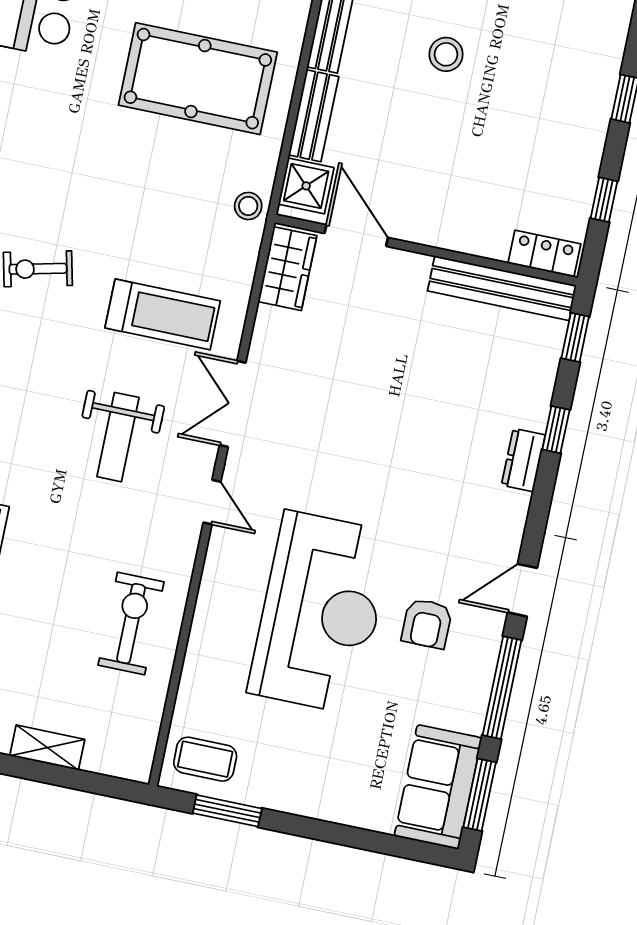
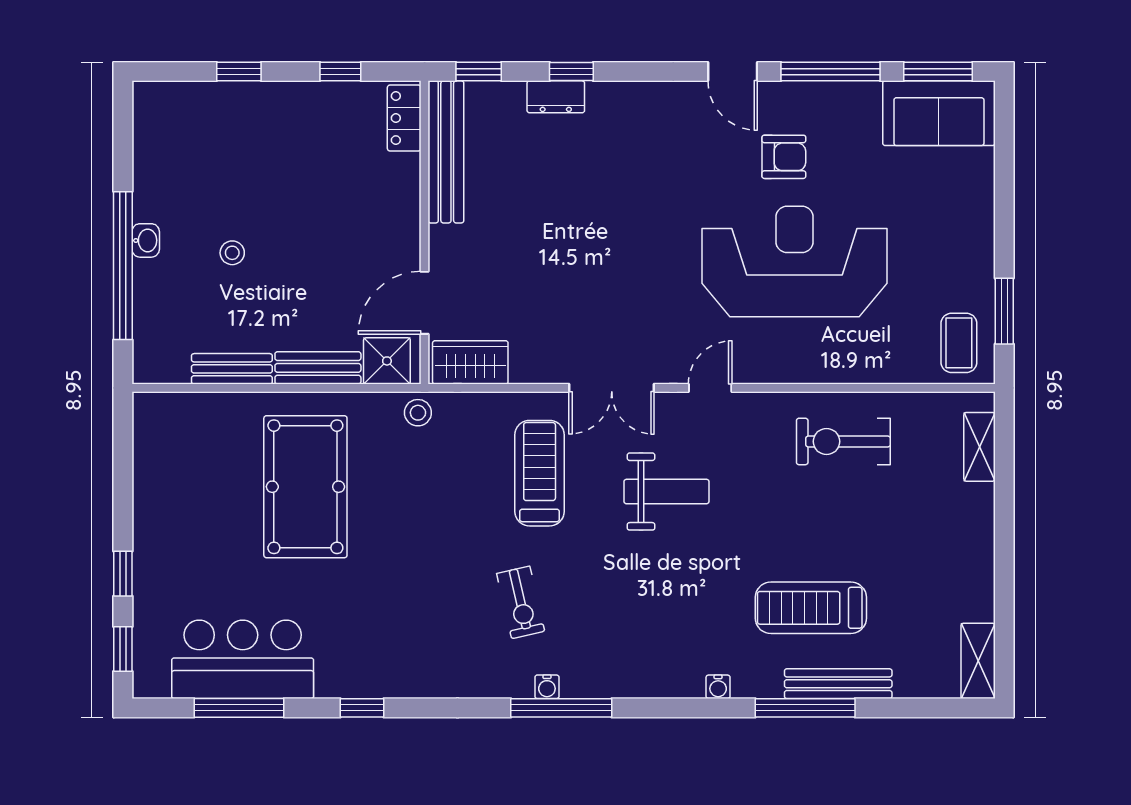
stool: (446, 54) -> (232, 253), width x0.73, depth x0.73
dresser: (523, 460) -> (556, 97), moved
shelving: (47, 748) -> (980, 447), moved

